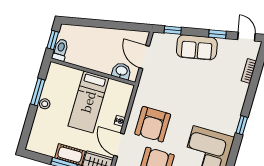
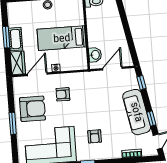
sofa: (197, 47) -> (137, 112), width x1.36
armchair: (214, 106) -> (95, 136), added
armchair: (153, 124) -> (63, 94), width x0.53, depth x0.53

